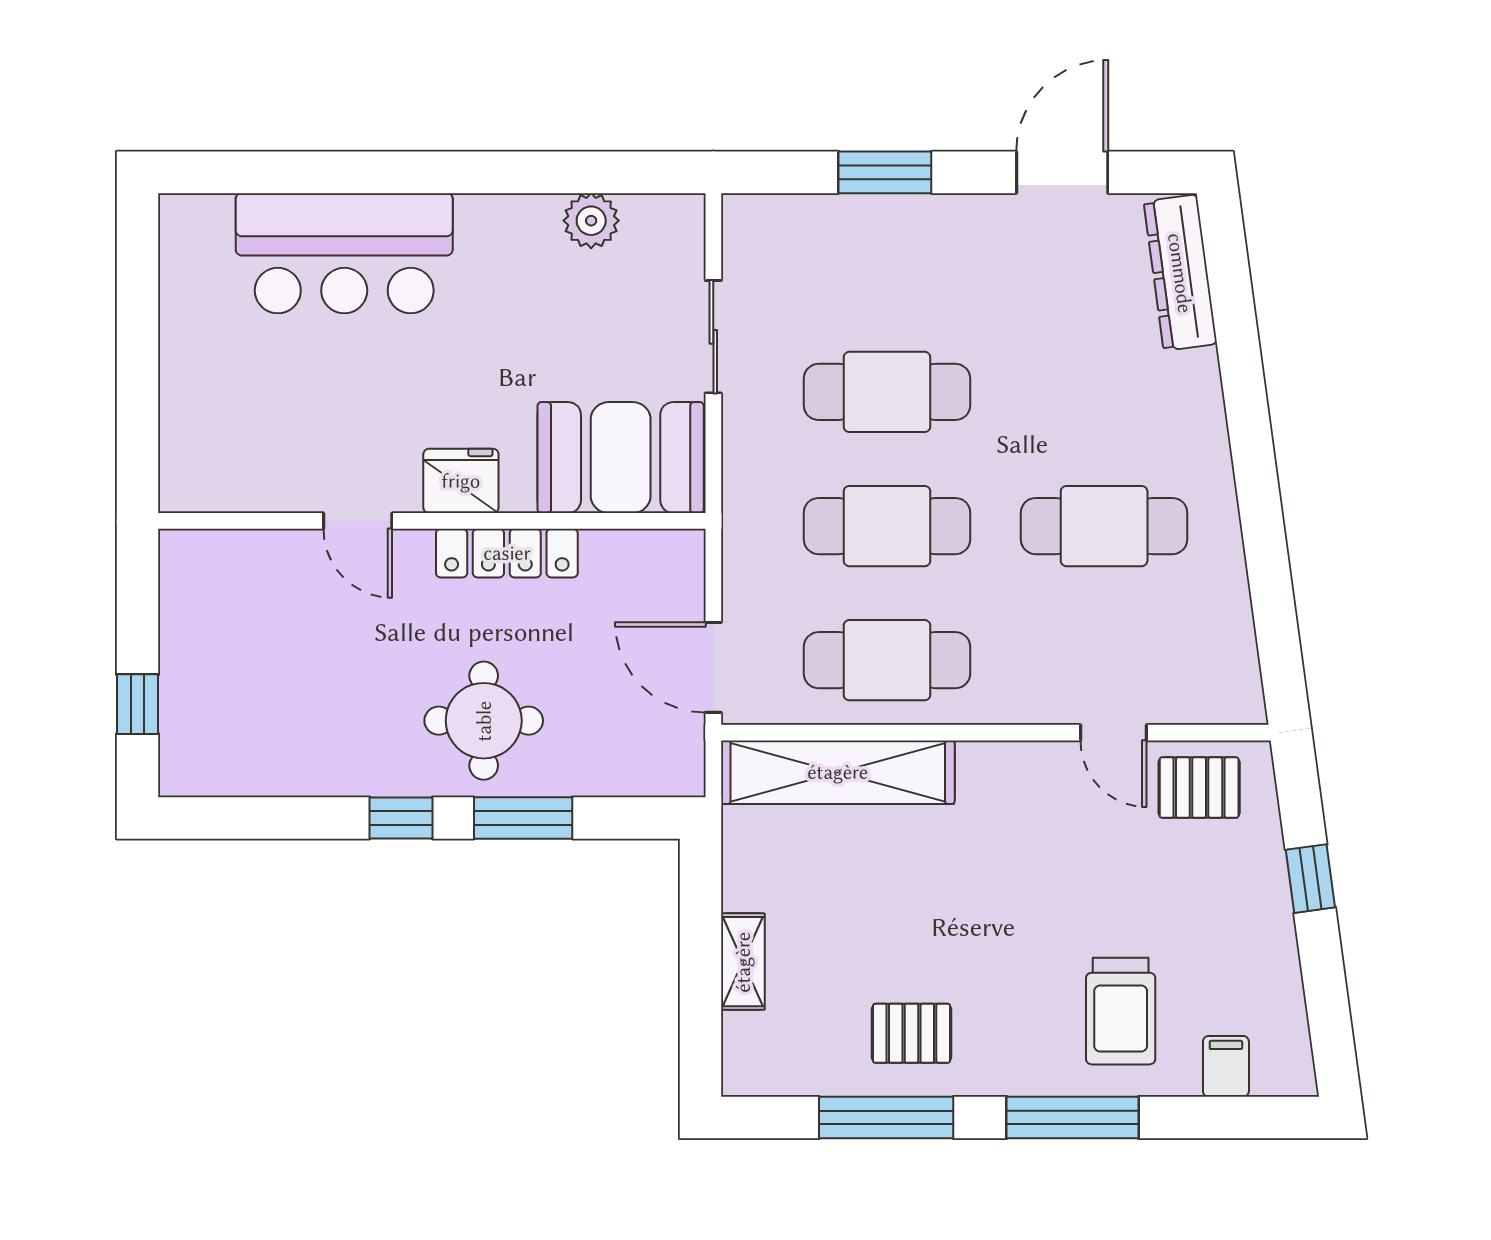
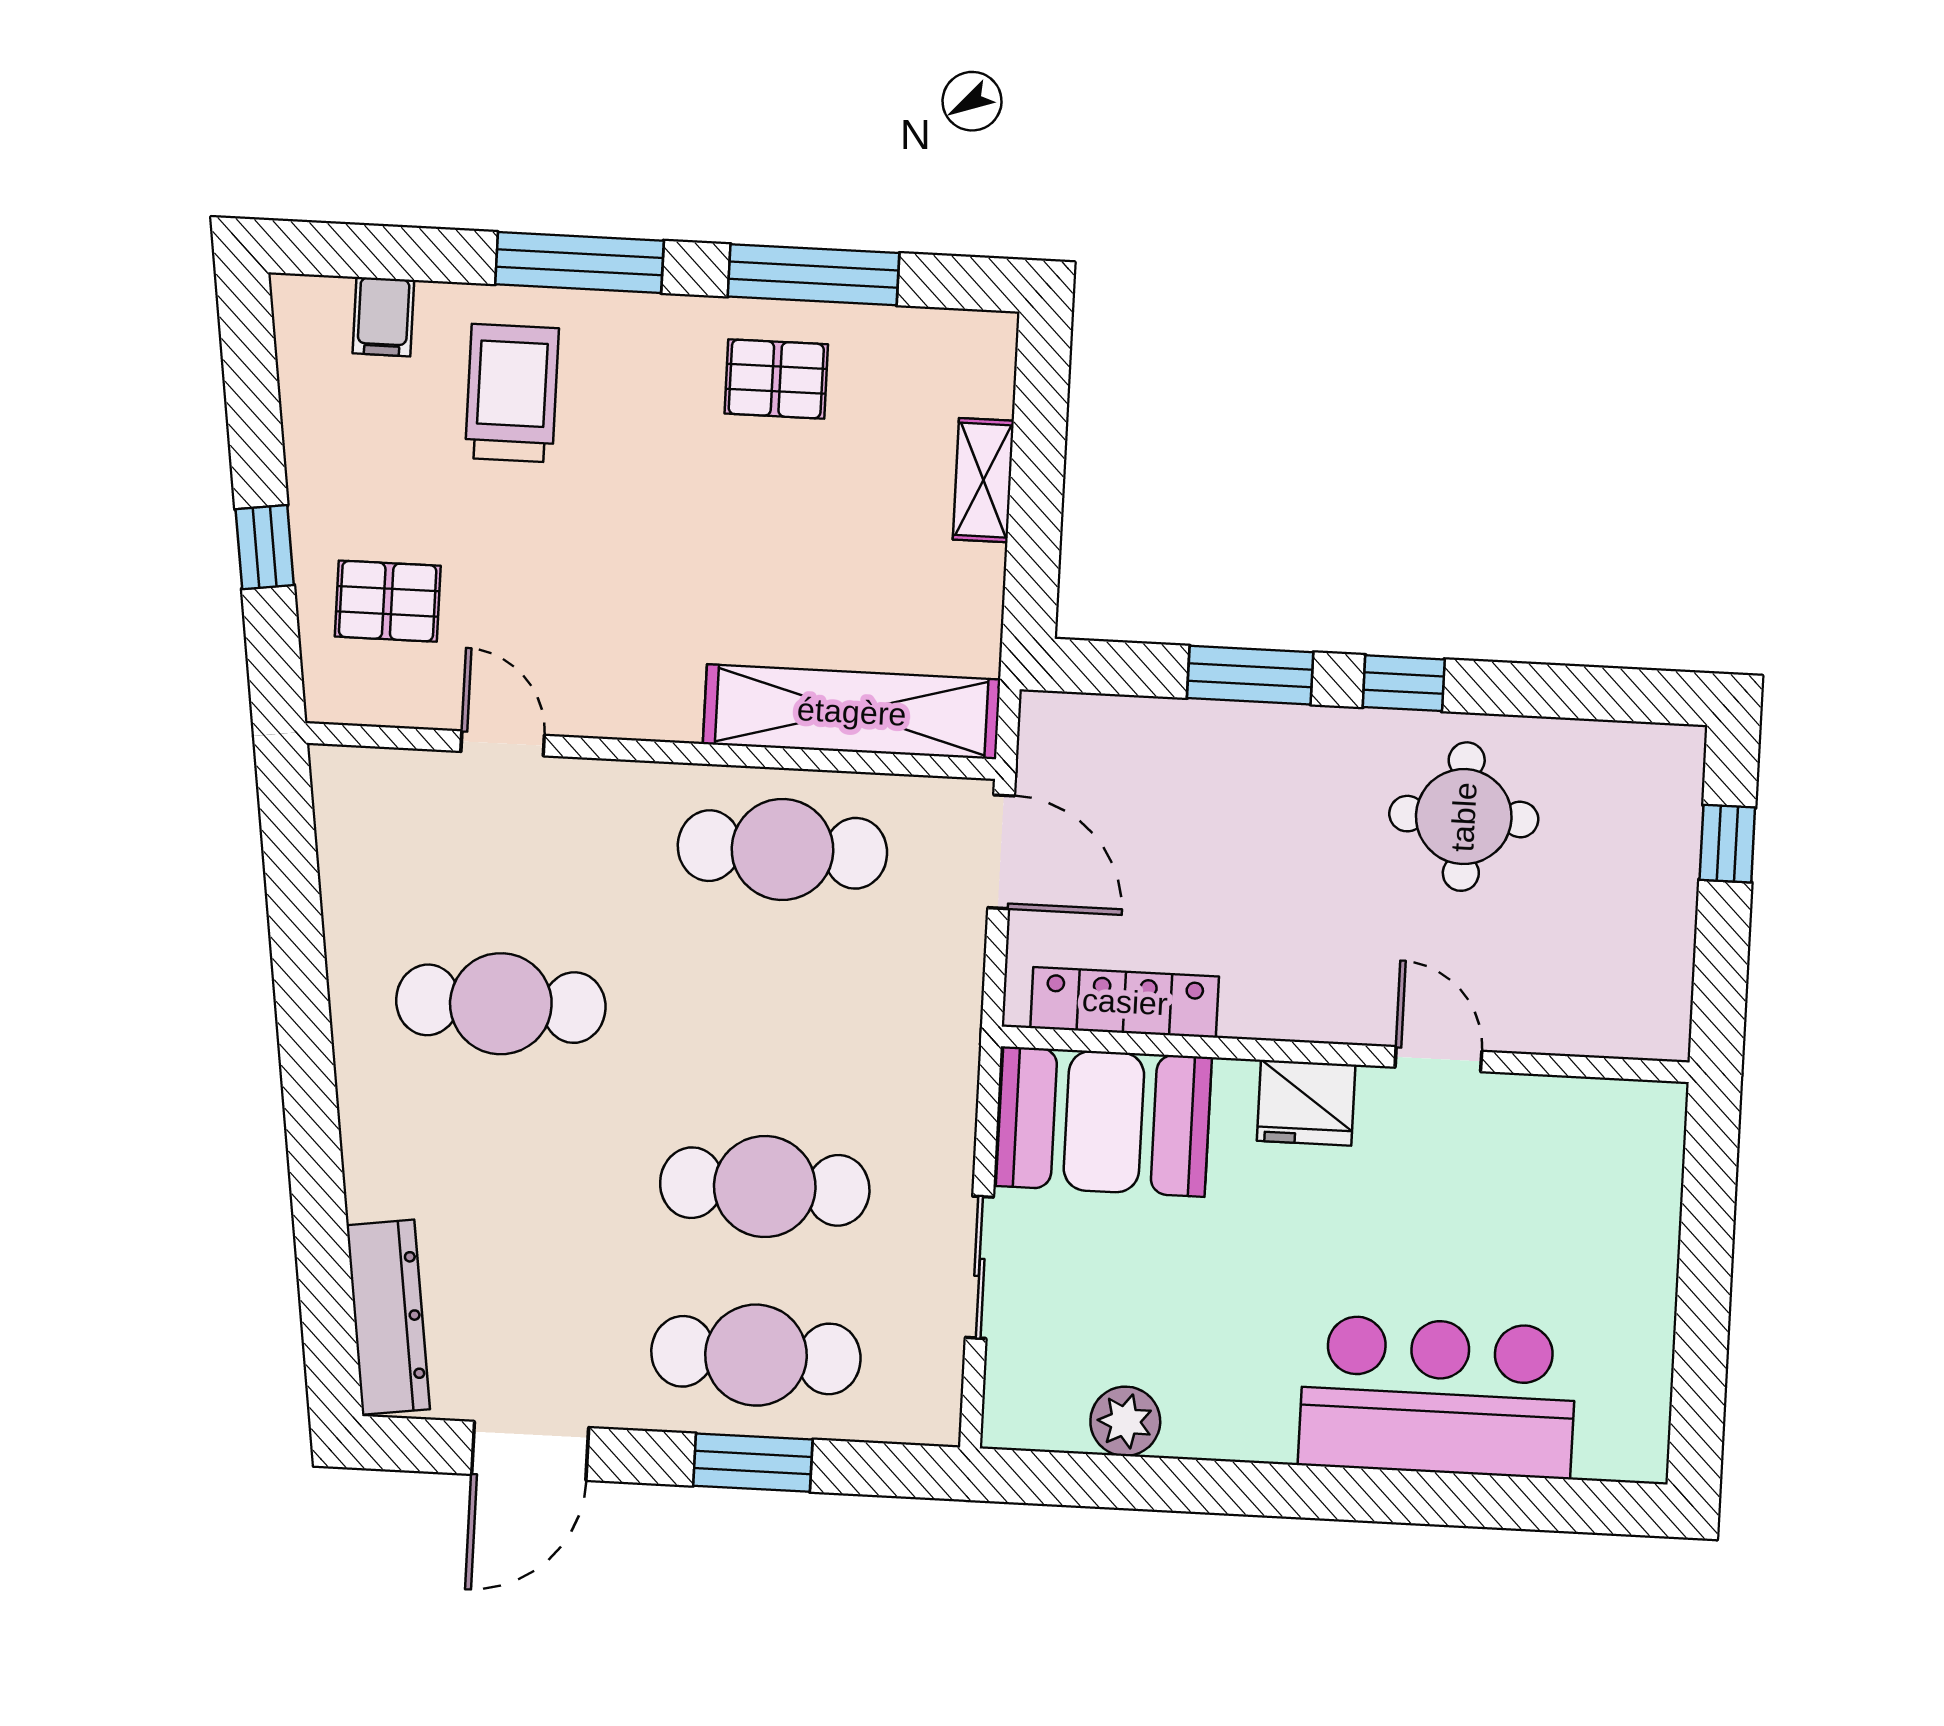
cafe table: (887, 526) -> (756, 1355), moved
locker: (507, 553) -> (1125, 1002), moved
round table: (484, 721) -> (1464, 817), moved
pallet: (1199, 788) -> (388, 601), moved

